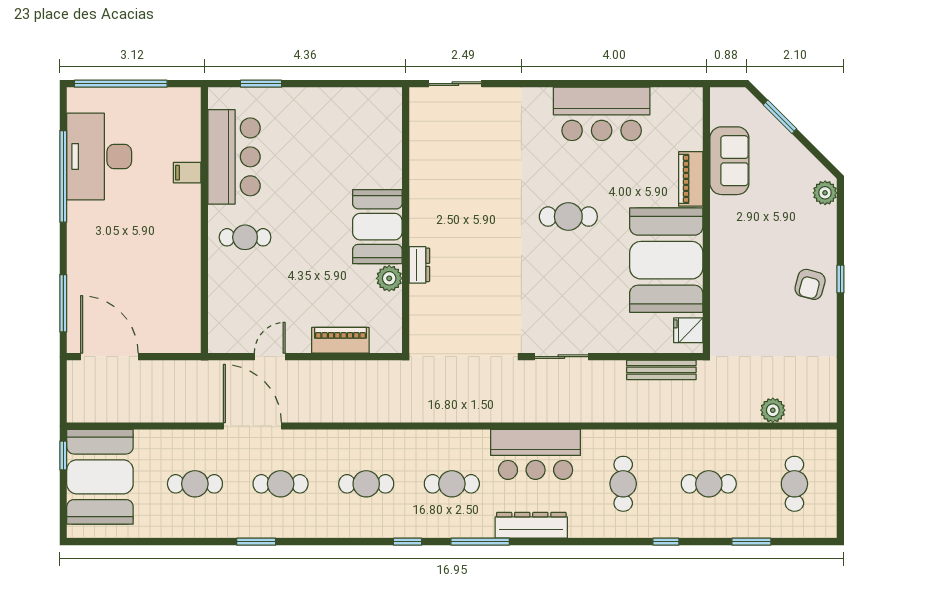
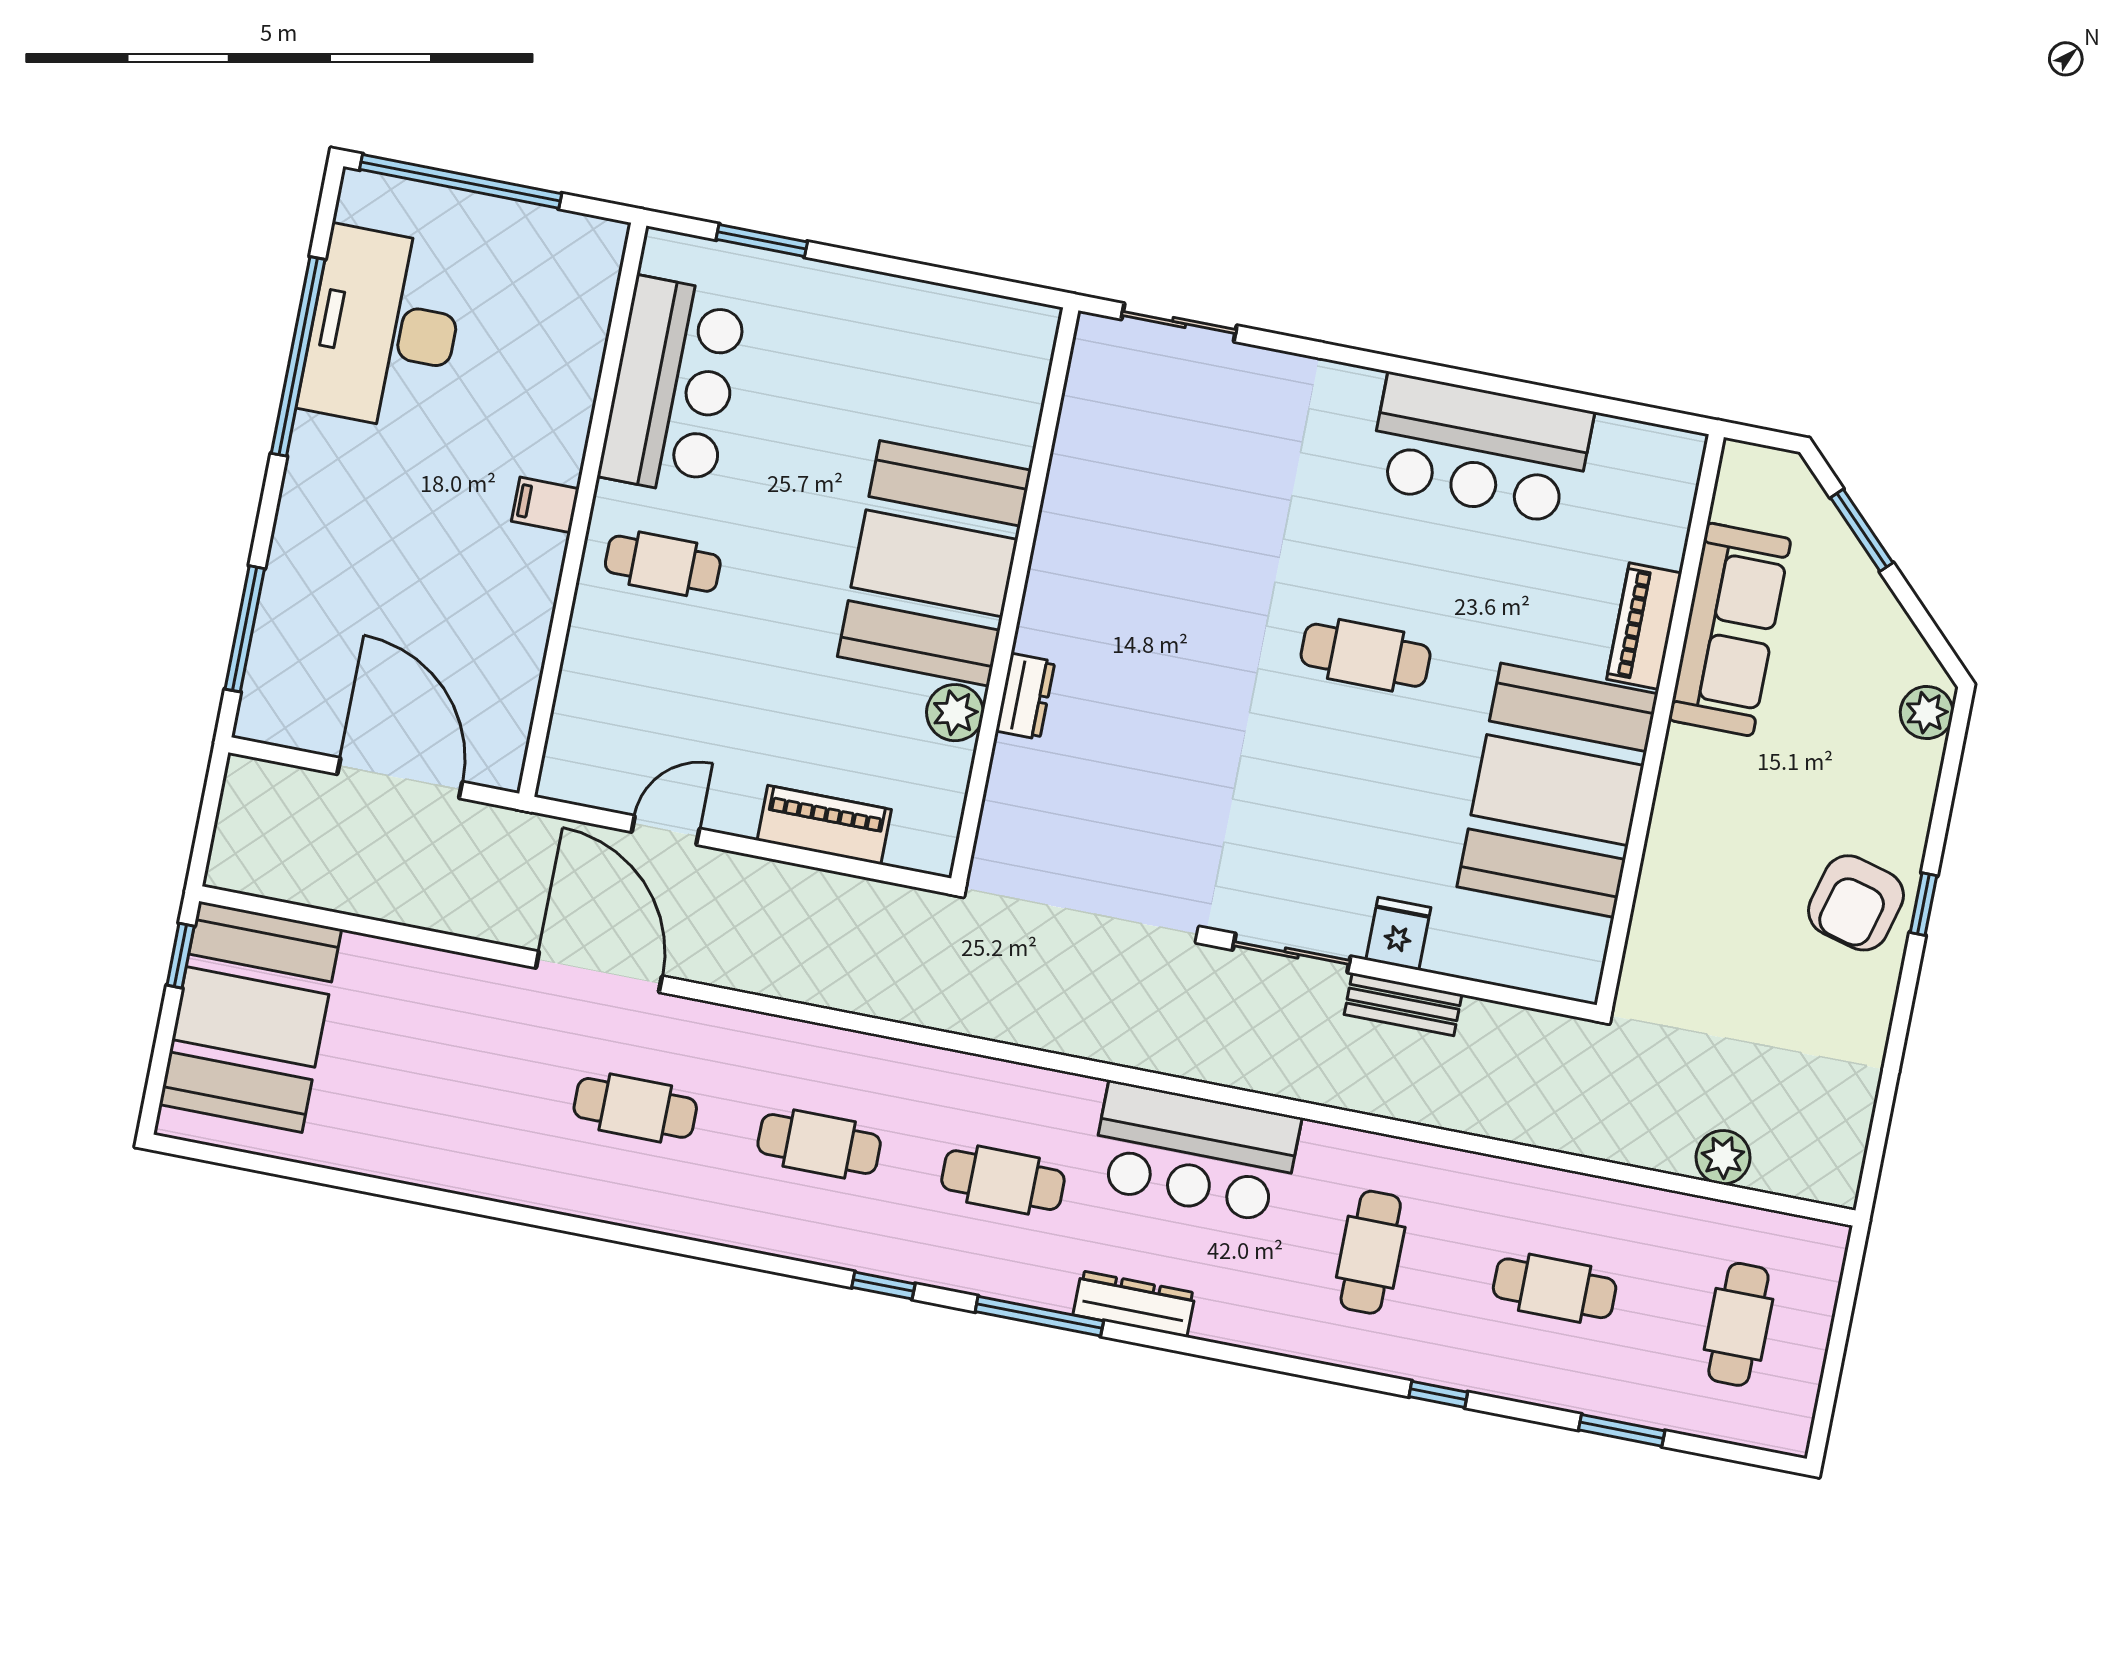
sofa: (729, 161) -> (1730, 629), width x1.36
filing cabinet: (187, 173) -> (545, 505), moved
booth: (377, 227) -> (934, 563), width x1.36, depth x1.42
armchair: (810, 284) -> (1856, 903), width x1.38, depth x1.38
fridge: (688, 330) -> (1398, 934), moved, turned 90
door: (109, 357) -> (400, 778), moved
bench: (661, 370) -> (1403, 1004), moved, width x0.73
cafe table: (195, 484) -> (451, 1072), removed
dresser: (531, 525) -> (1134, 1304), width x0.73, depth x0.80
window: (256, 542) -> (558, 1222), removed

